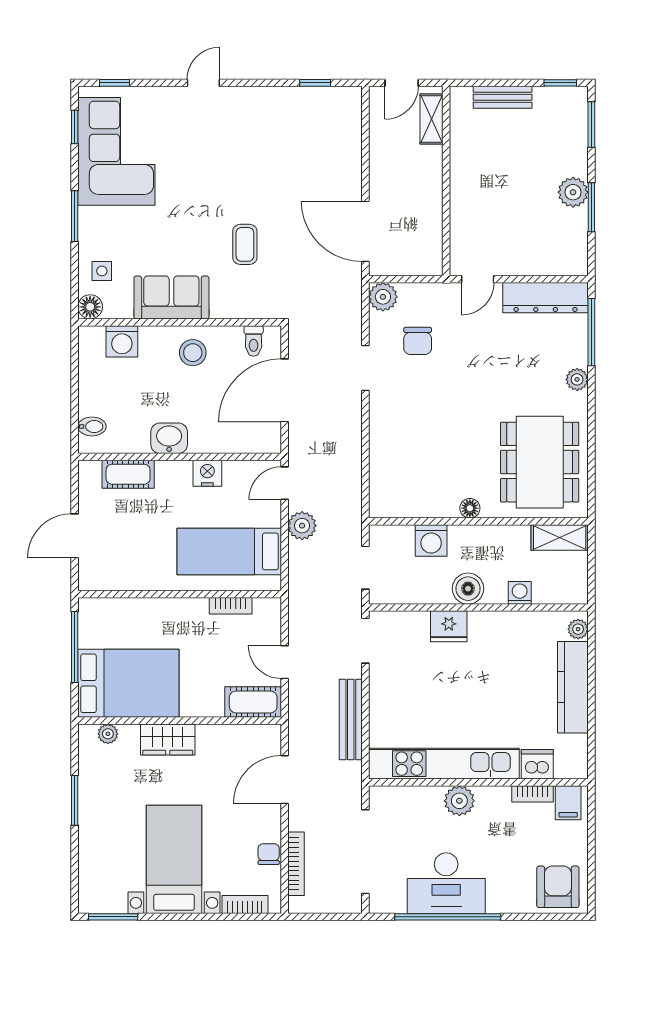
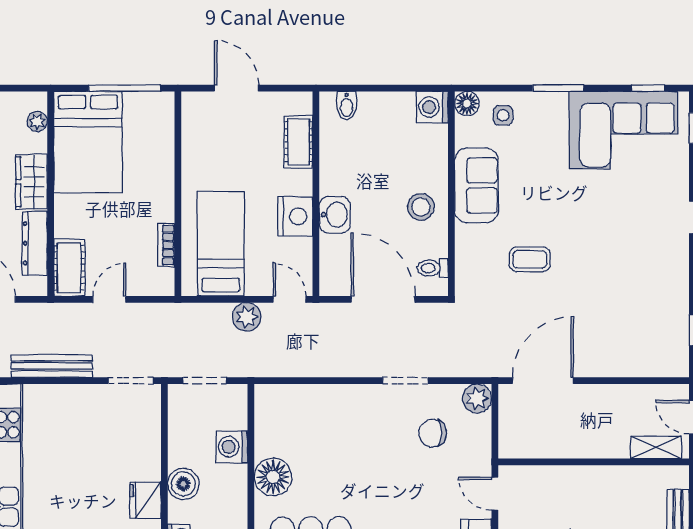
washing machine: (122, 341) -> (432, 107), moved
washbasin: (169, 438) -> (335, 215), moved
nightstand: (207, 473) -> (295, 216), width x1.36, depth x1.33
floor lamp: (470, 508) -> (273, 477), width x1.89, depth x1.89
fridge: (449, 626) -> (145, 500), moved
dresser: (229, 736) -> (35, 243), added

